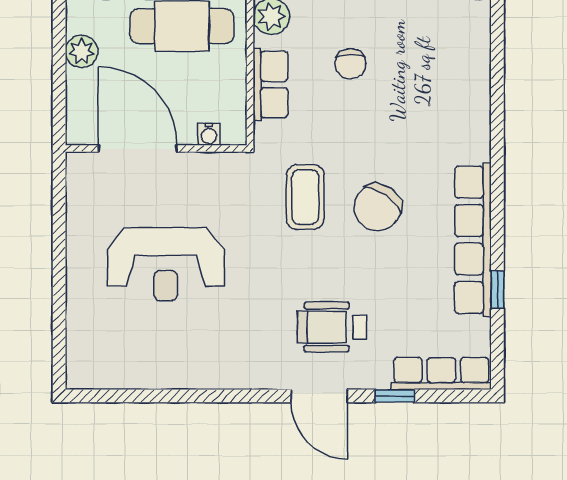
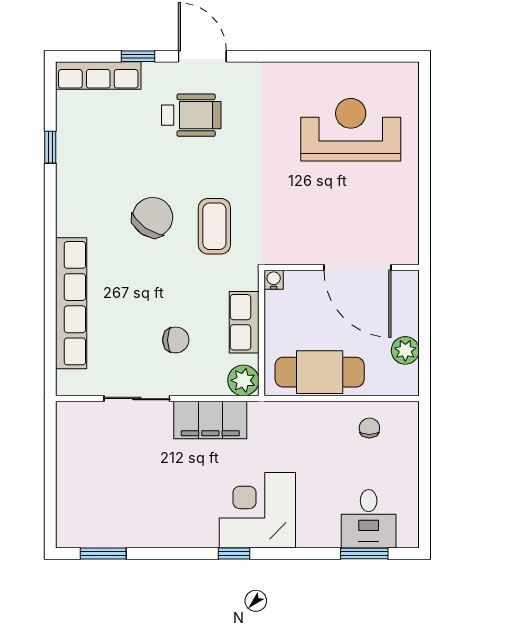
chair: (350, 64) -> (176, 340), turned 90
water cooler: (209, 134) -> (274, 280), moved
row of seats: (473, 240) -> (71, 303), moved
reception desk: (166, 264) -> (351, 130), moved

